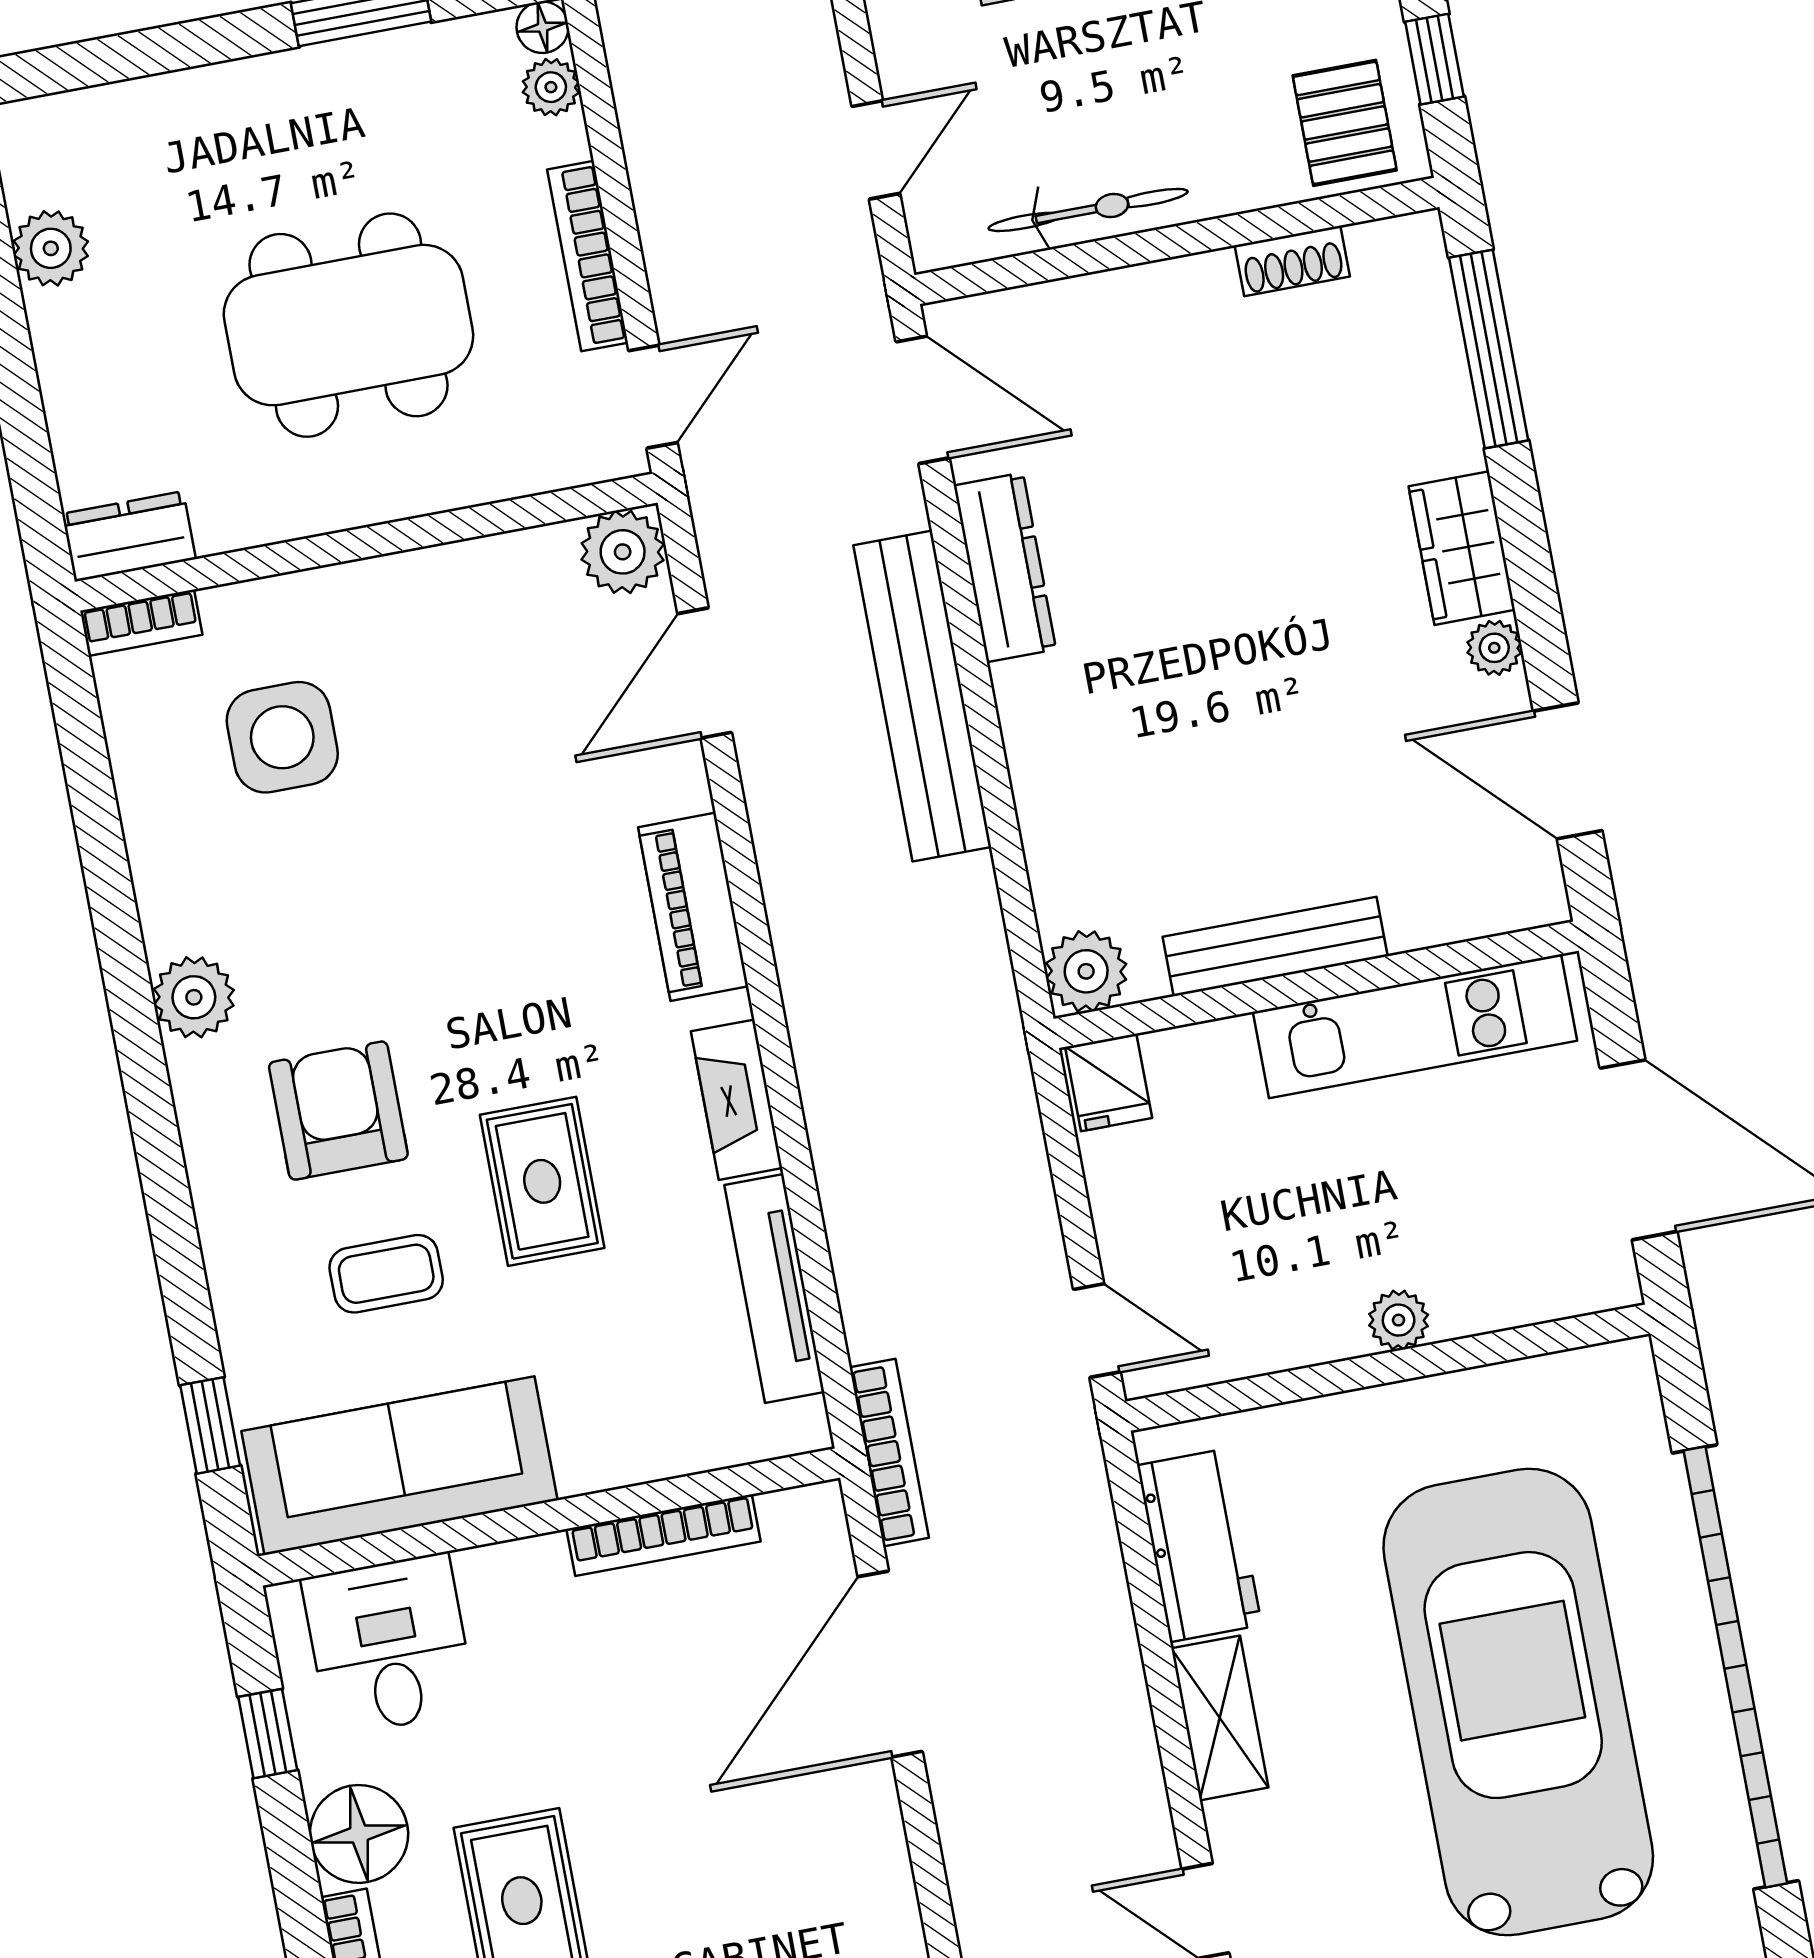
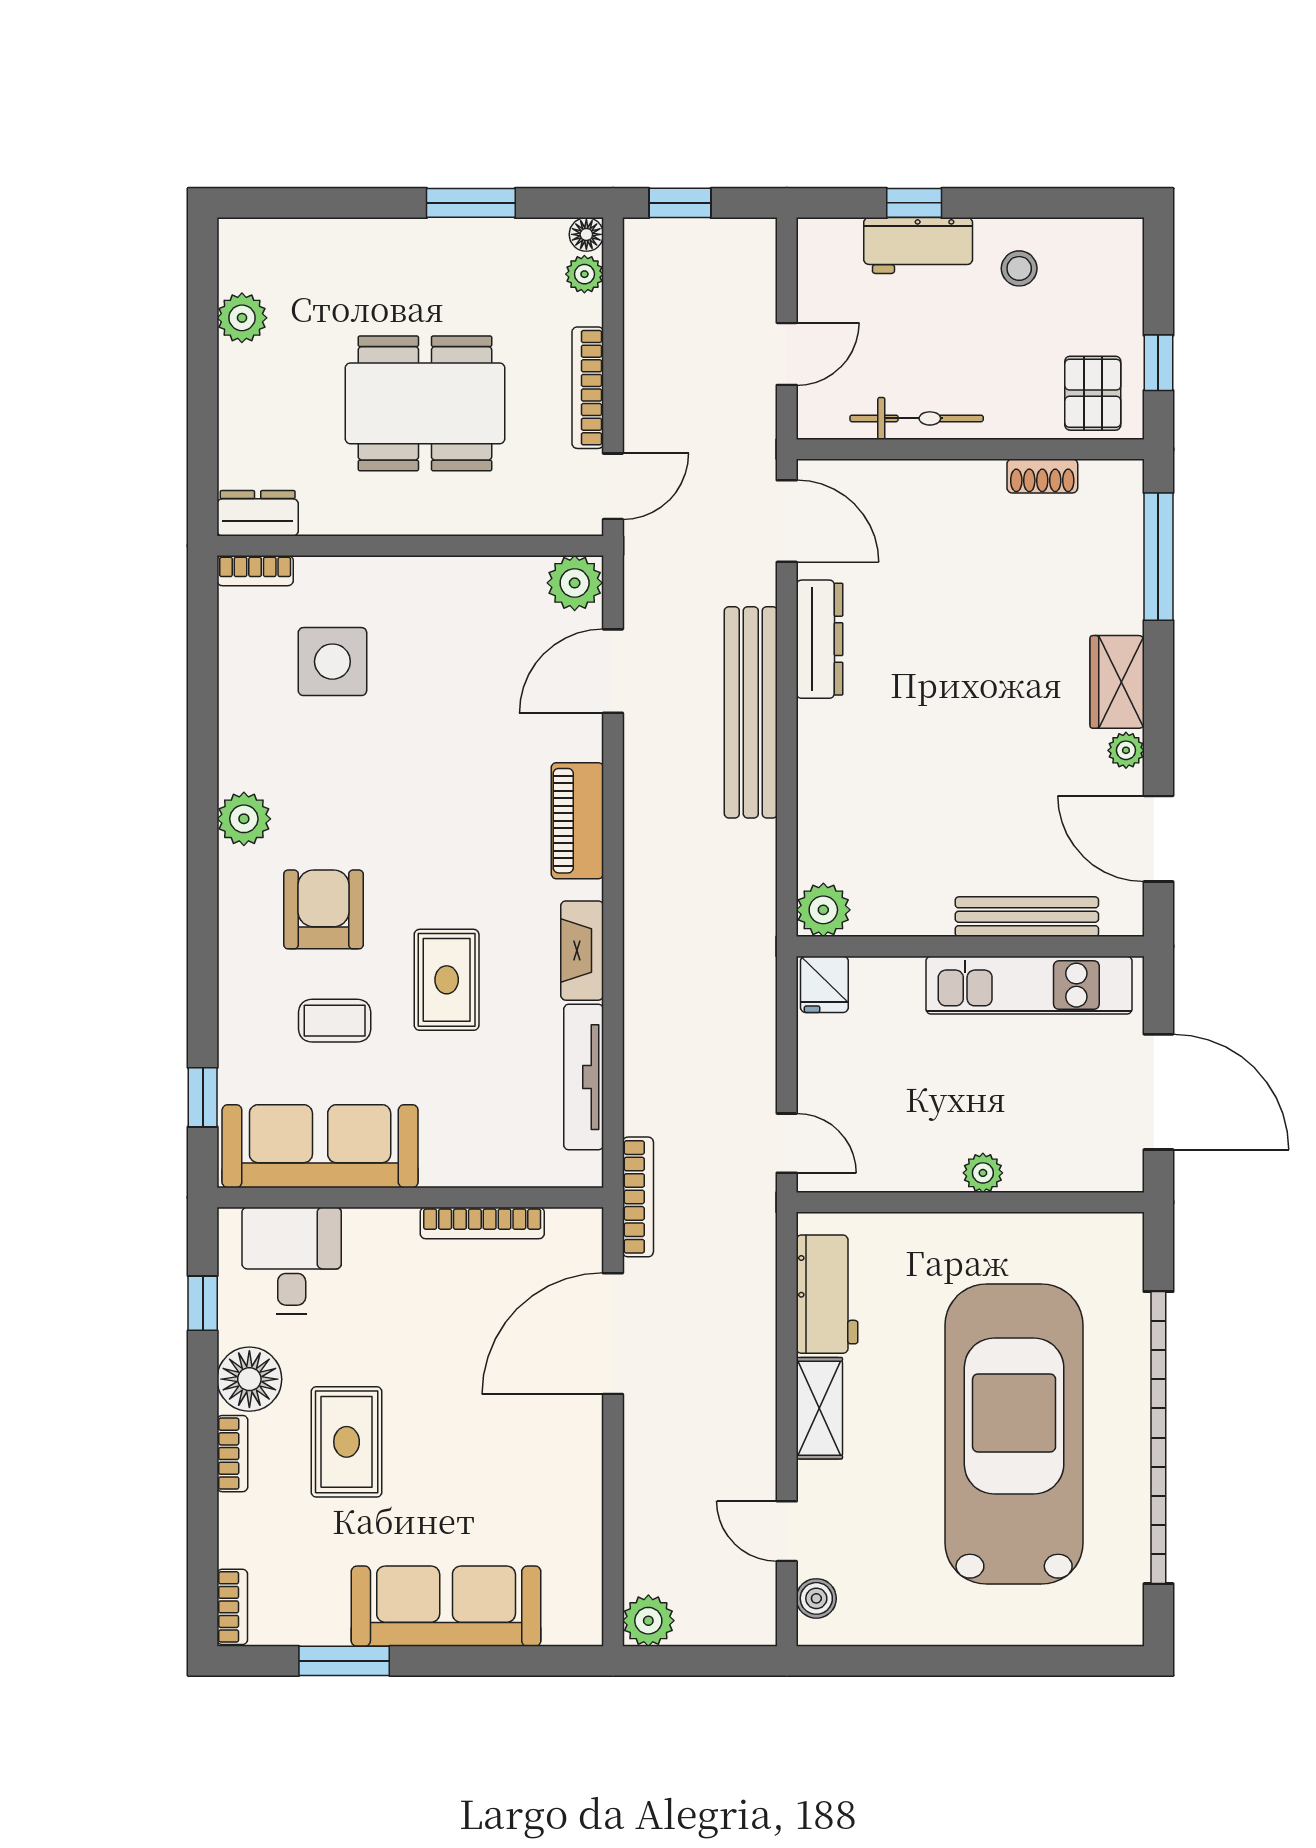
bench: (1275, 947) -> (1027, 917), moved

